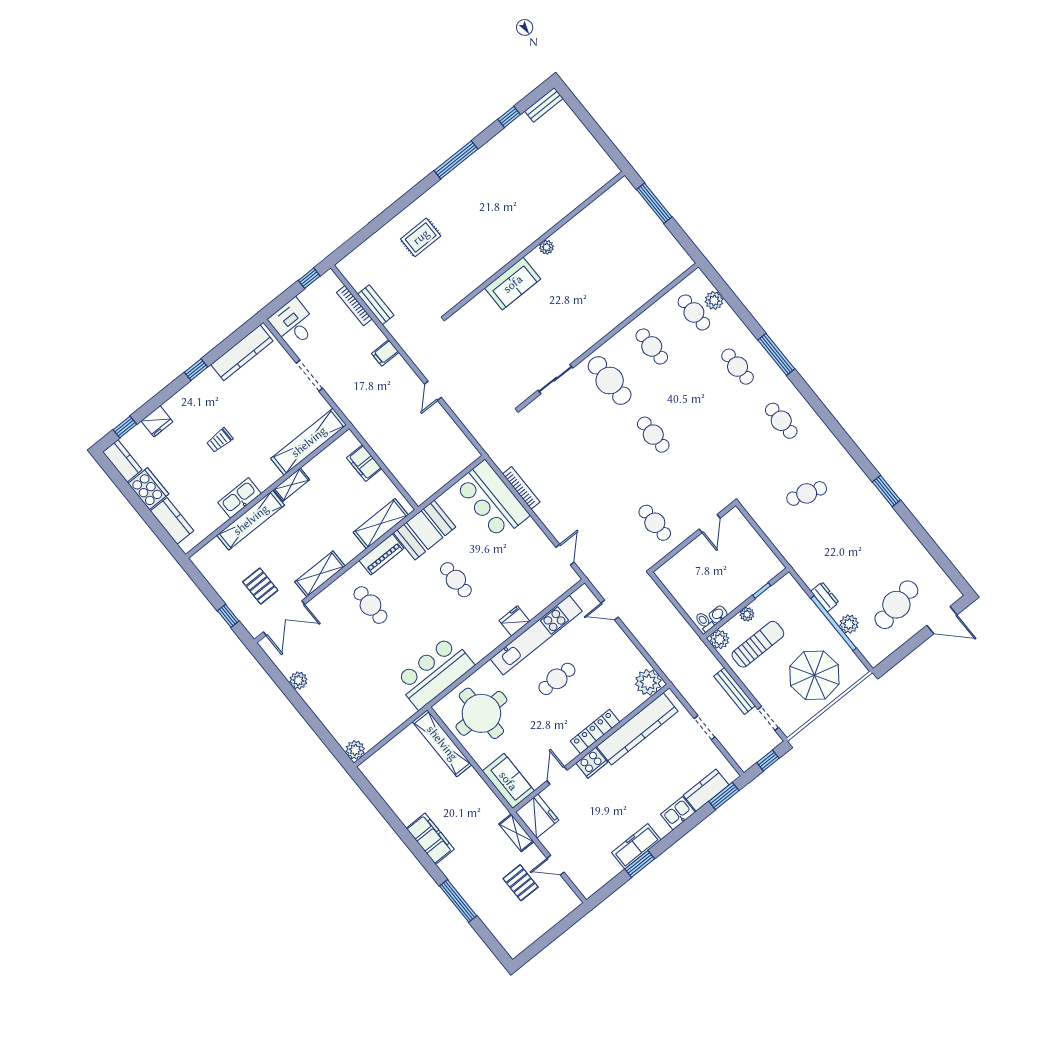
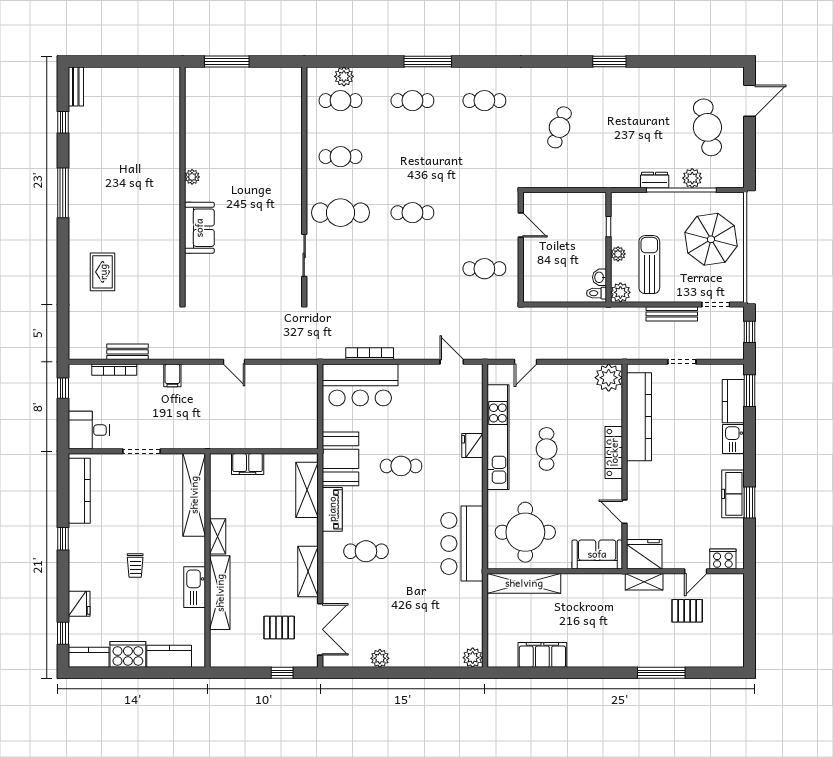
cooker: (592, 763) -> (723, 559), moved, turned -90
filing cabinet: (430, 839) -> (542, 655), moved

